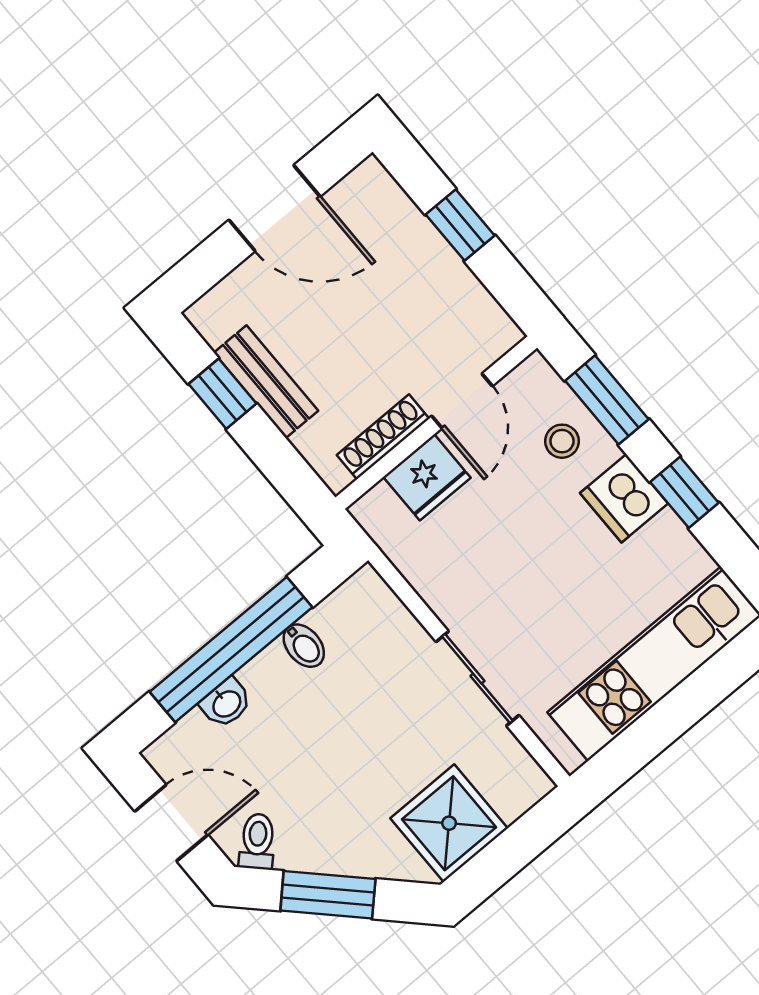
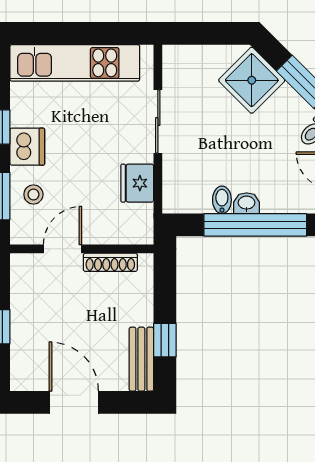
bench: (266, 382) -> (141, 359), moved
fridge: (427, 477) -> (137, 183), moved, turned -90
washbasin: (226, 703) -> (247, 203), moved
shower: (449, 823) -> (252, 80), moved, turned 45

